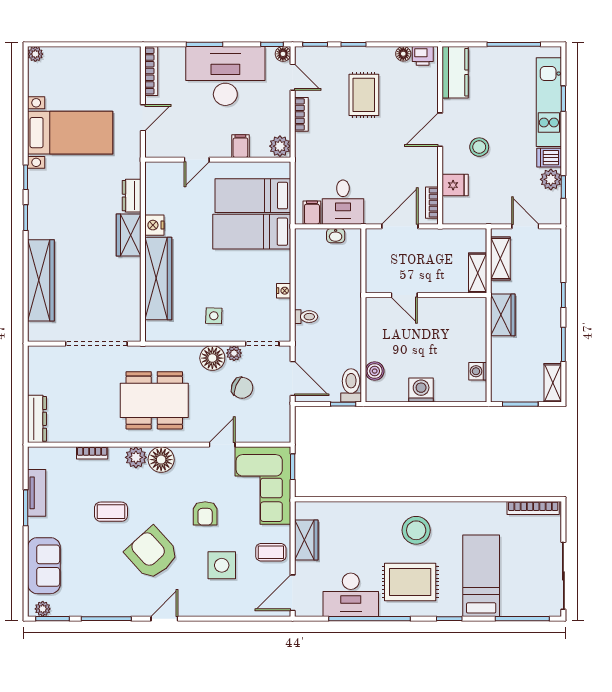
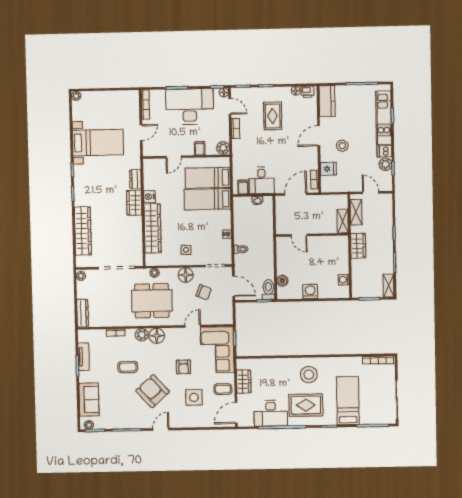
plant: (234, 353) -> (155, 273), moved
plant: (35, 356) -> (81, 276), added

